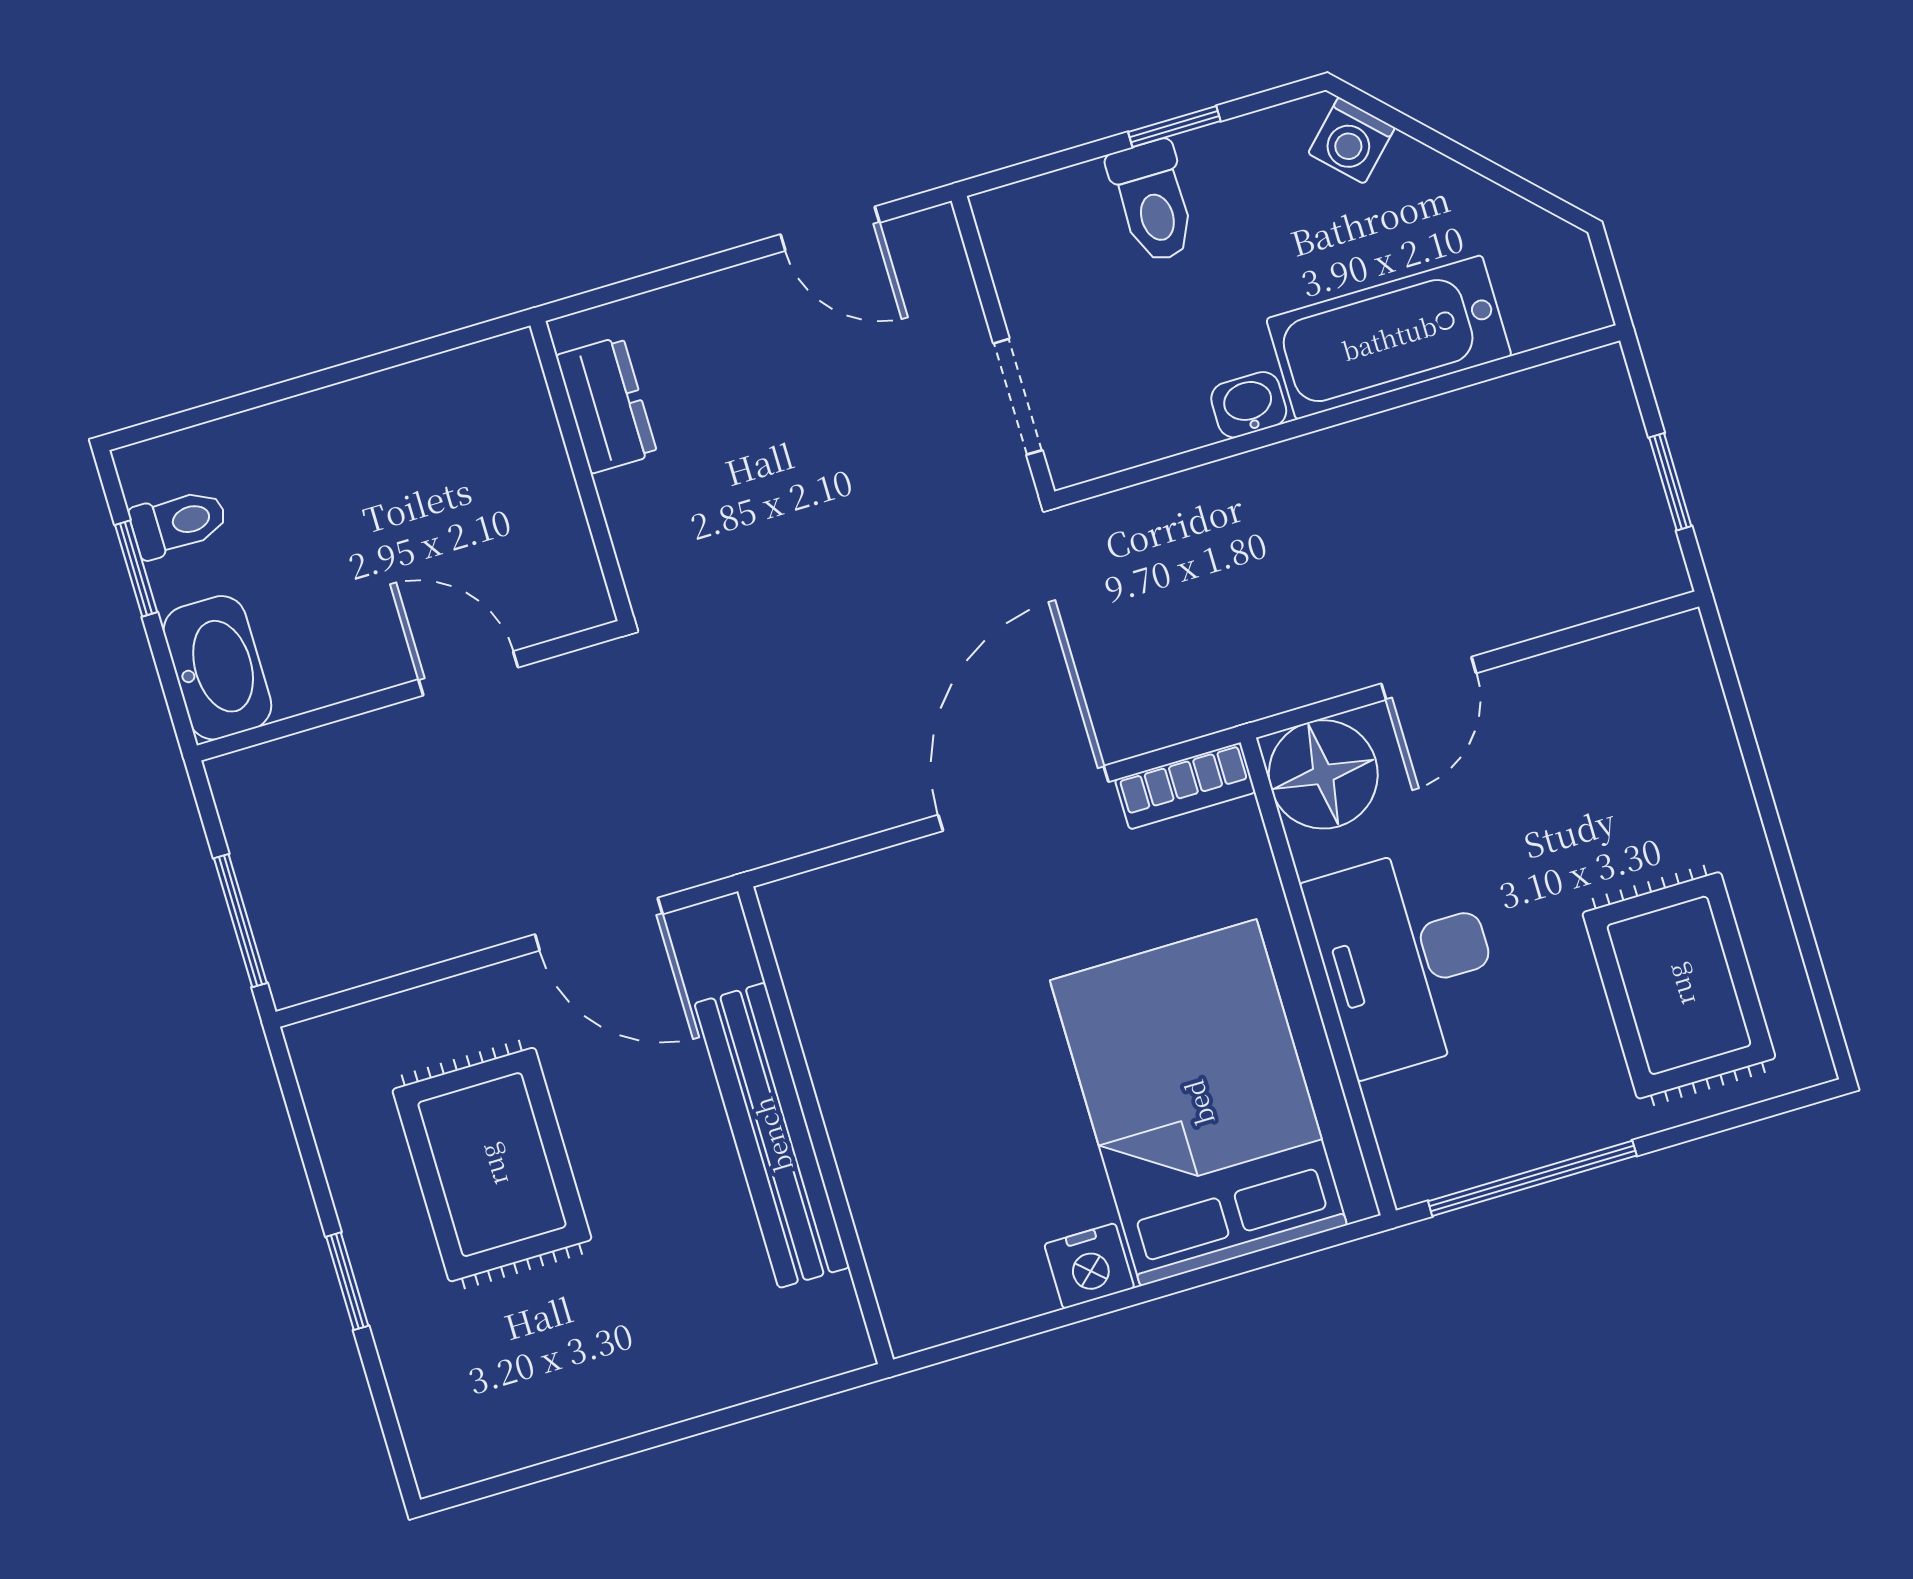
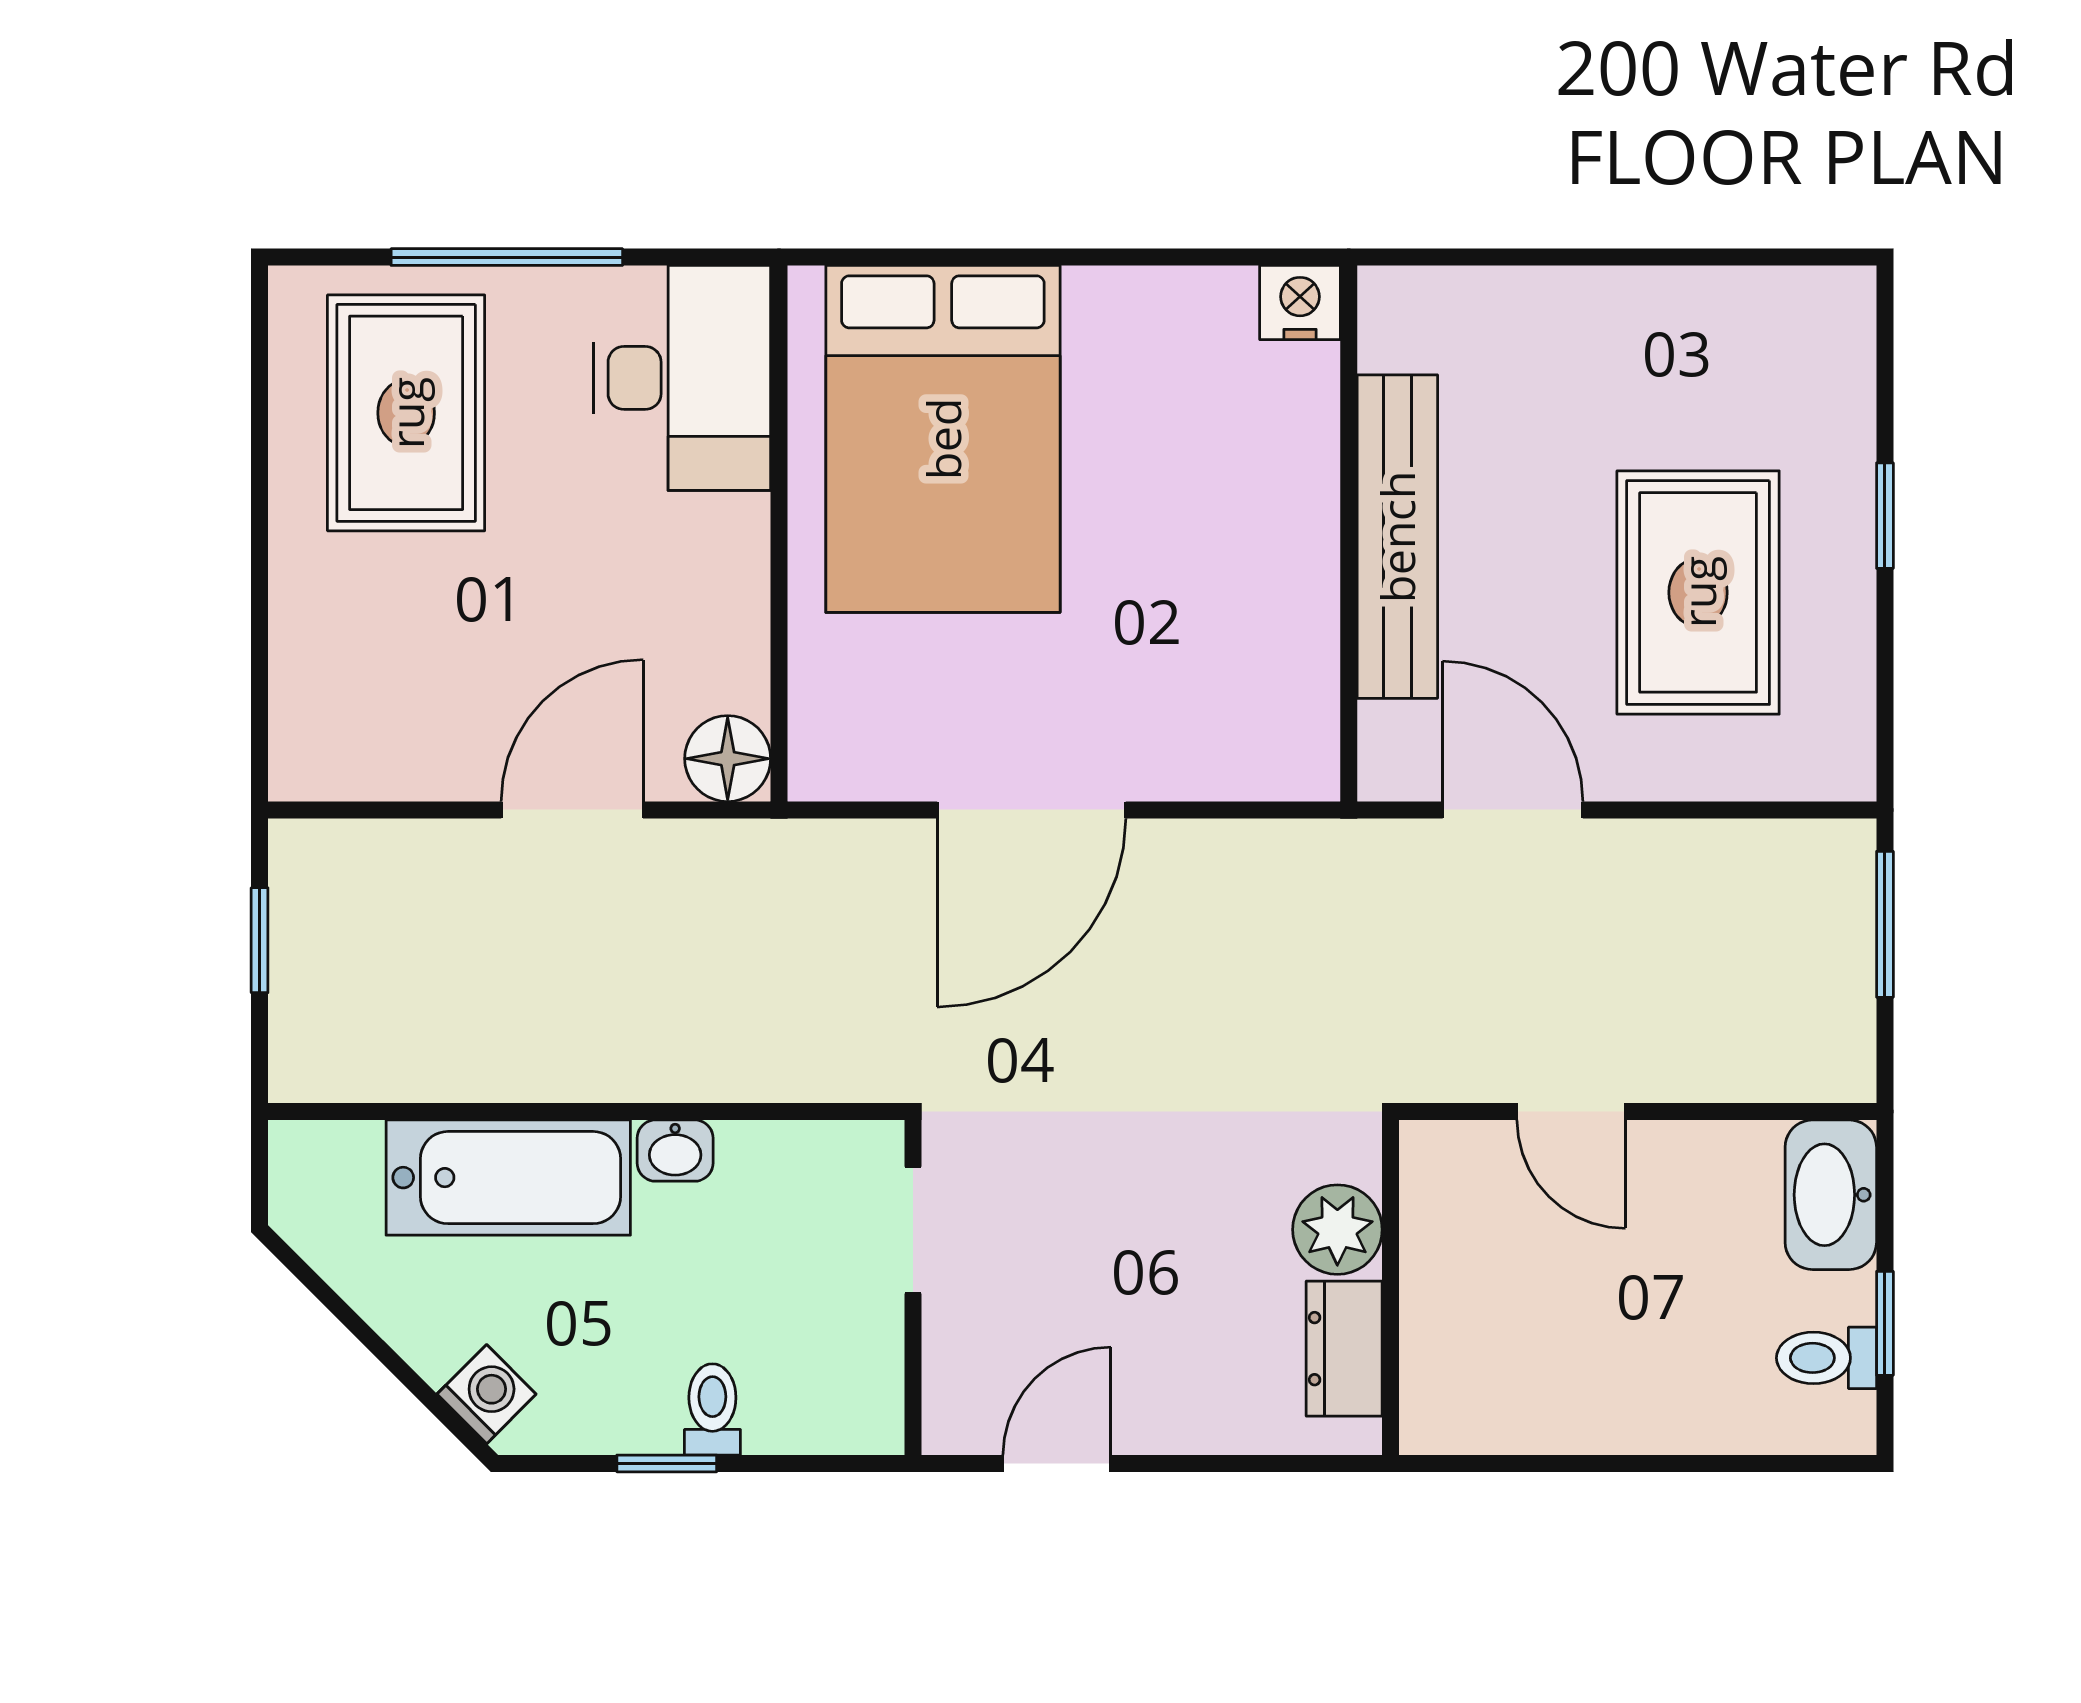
toilet: (1153, 202) -> (712, 1409), width x0.73, depth x0.72
door: (830, 229) -> (1057, 1463), hinge flipped
plant: (644, 508) -> (1337, 1230), added
door: (1429, 678) -> (572, 810), width x1.38
floor lamp: (1323, 774) -> (728, 759), width x0.73, depth x0.73
bookcase: (1185, 786) -> (859, 773), removed
desk: (1406, 960) -> (682, 378), moved
window: (1532, 1178) -> (507, 257), moved
nightstand: (1089, 1266) -> (1300, 303), moved

